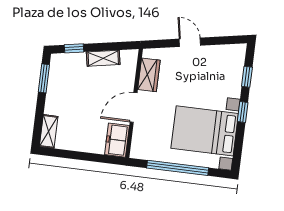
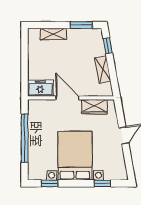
window: (243, 112) -> (50, 183), moved
shelving: (49, 131) -> (53, 34), moved
bed with nightstands: (205, 131) -> (75, 156), moved

